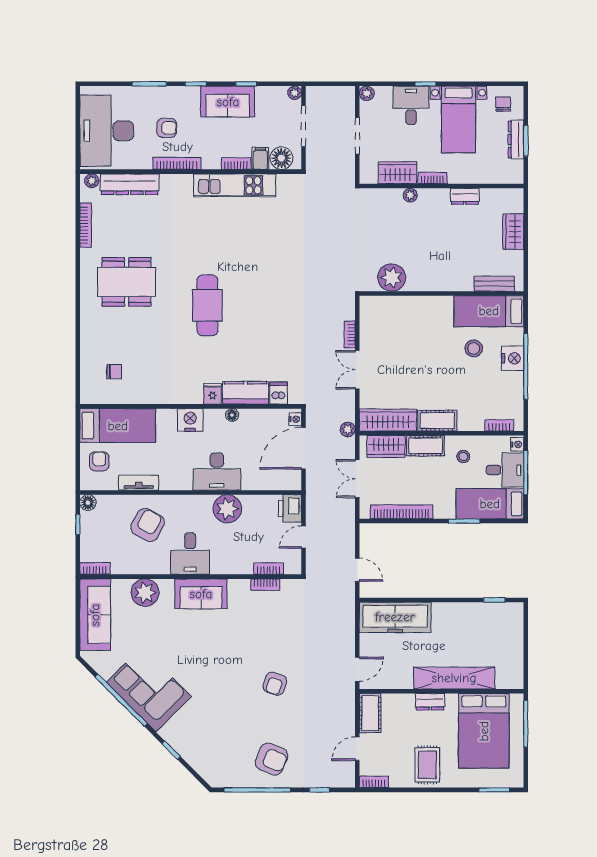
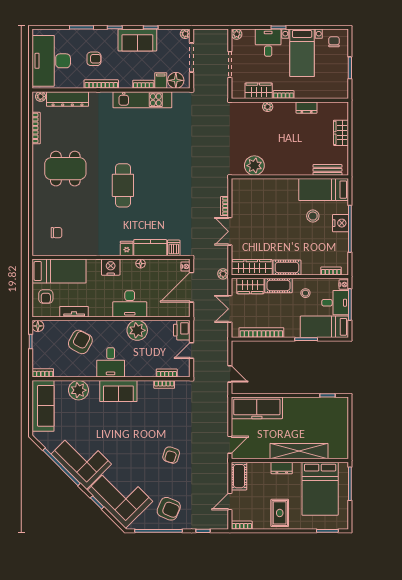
dresser: (516, 140) -> (343, 67), removed
armchair: (99, 461) -> (46, 297), turned 180
corner sofa: (203, 741) -> (120, 496), added

